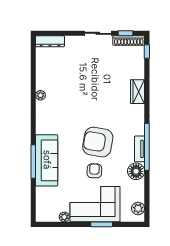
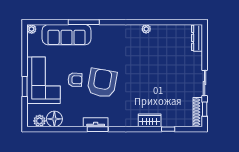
window: (147, 52) -> (168, 129), moved
window: (147, 147) -> (98, 129), width x0.47
sofa: (47, 160) -> (67, 35), moved
floor lamp: (136, 171) -> (54, 119), moved
plant: (64, 217) -> (32, 29), moved

